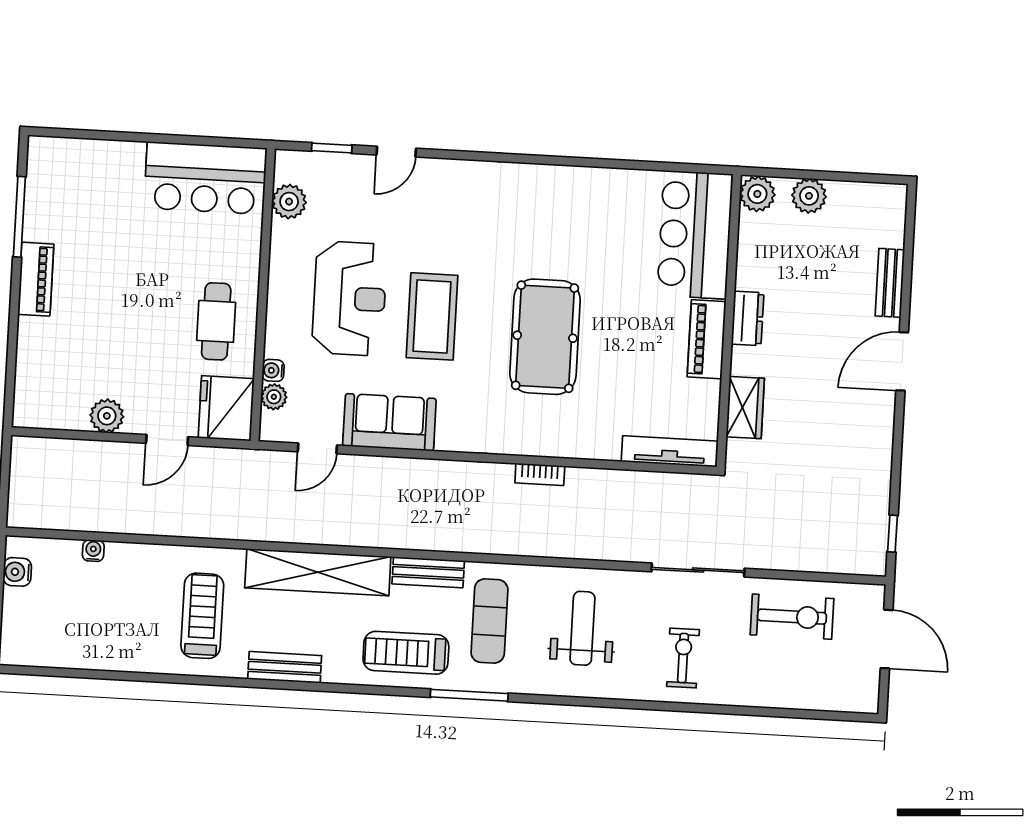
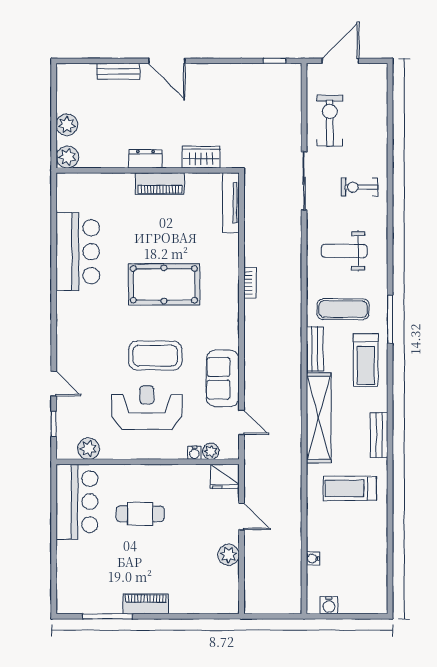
bar counter: (695, 235) -> (78, 252), moved, turned -90
cafe table: (216, 321) -> (140, 514), moved
fridge: (226, 408) -> (225, 476), width x0.73, depth x0.75

